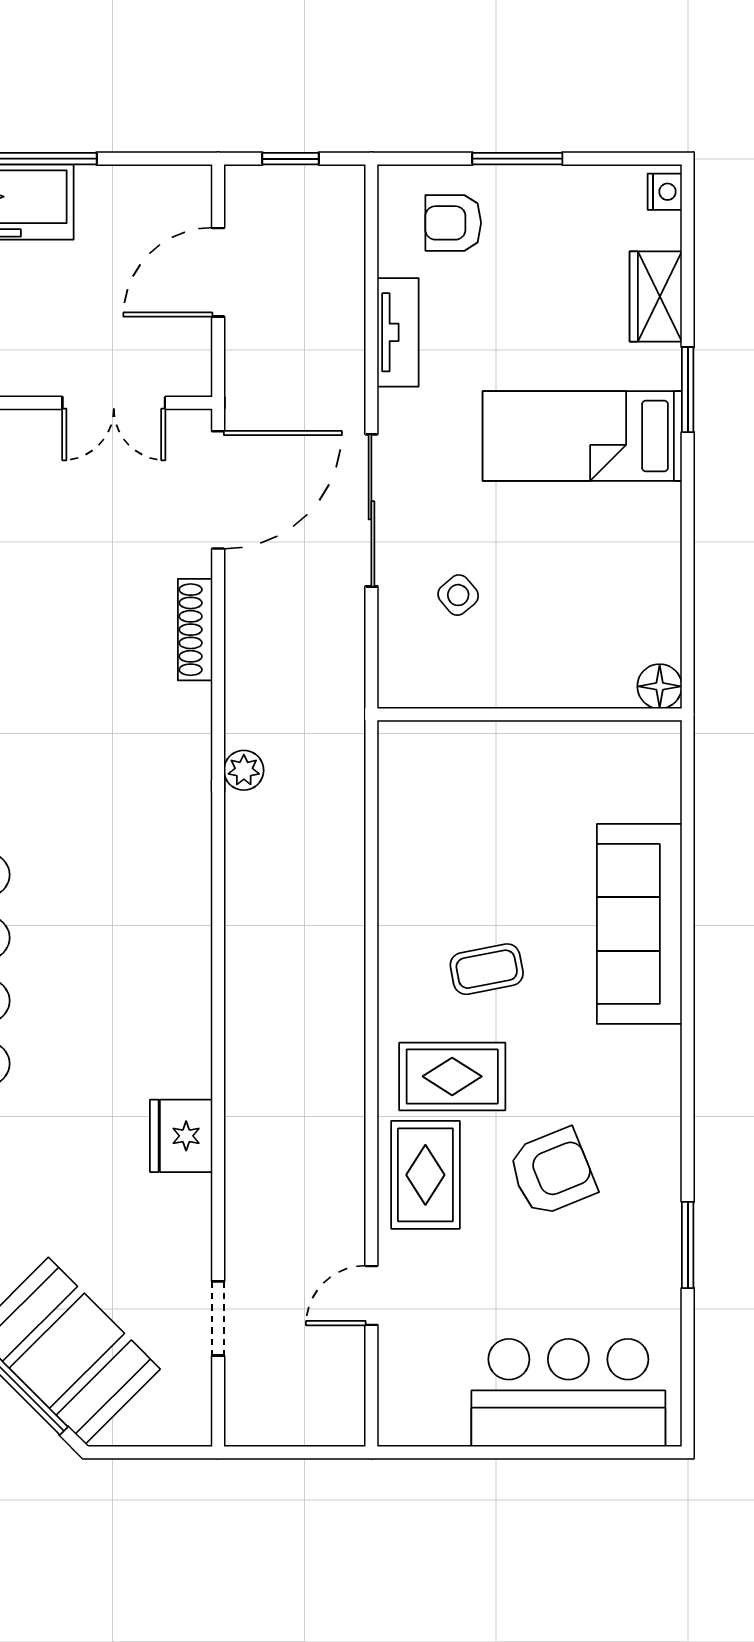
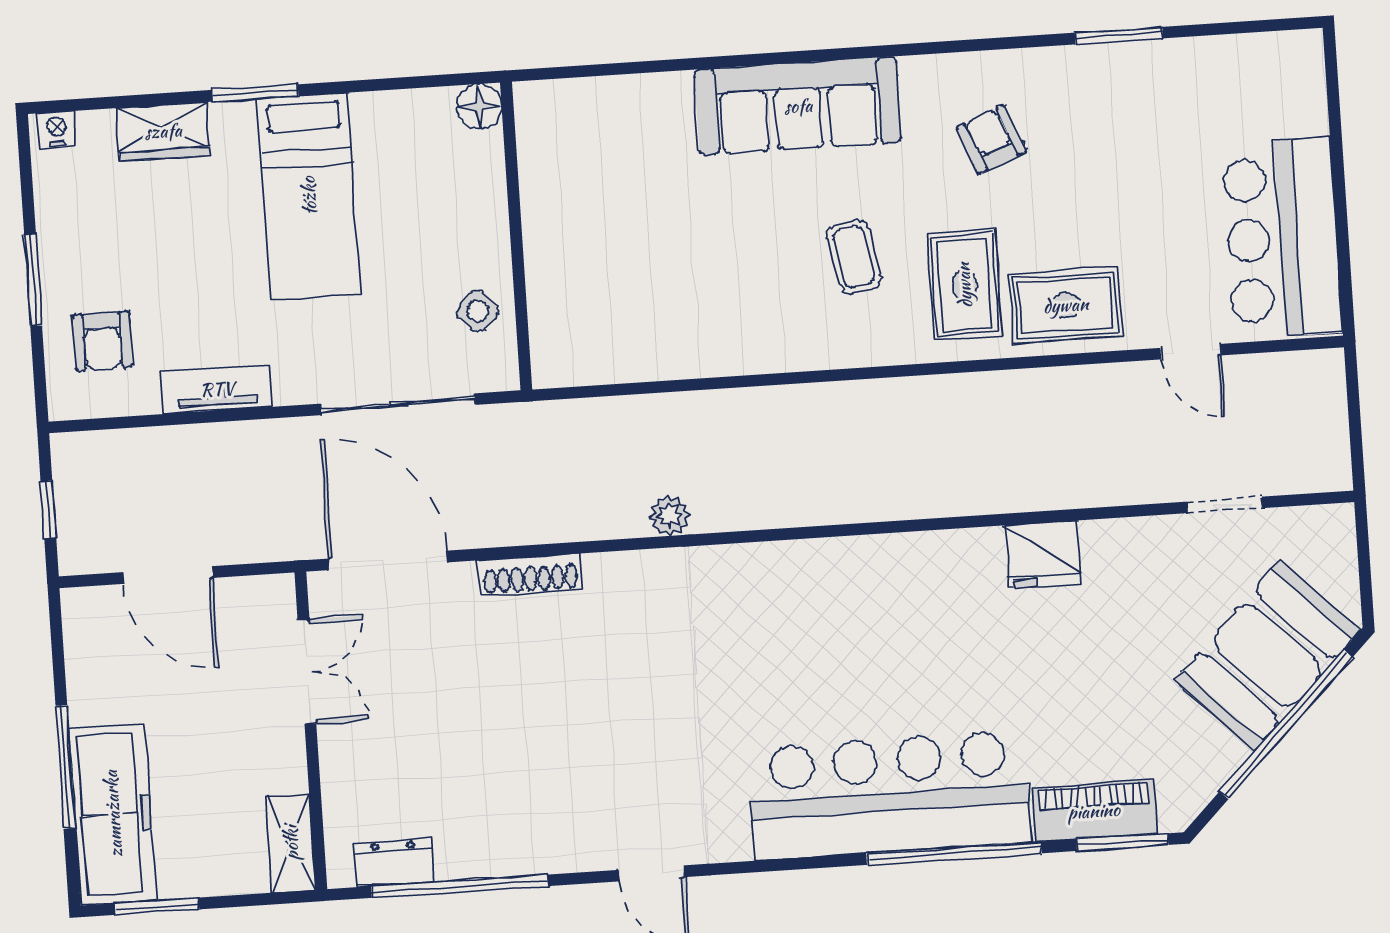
floor lamp: (660, 686) -> (479, 107), moved
wall: (530, 714) -> (516, 236), moved
armchair: (552, 1172) -> (991, 139), moved, width x0.72, depth x0.72
bar counter: (568, 1393) -> (1282, 238), moved

